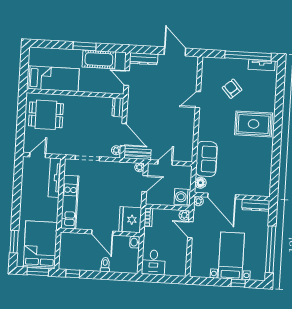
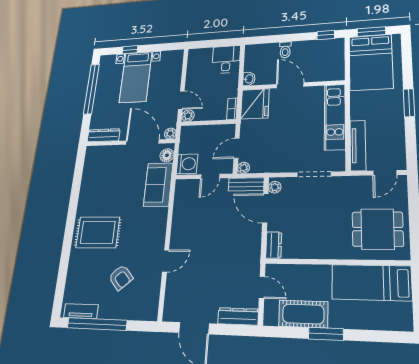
washing machine: (182, 197) -> (187, 164), moved
window: (14, 242) -> (409, 103), moved

